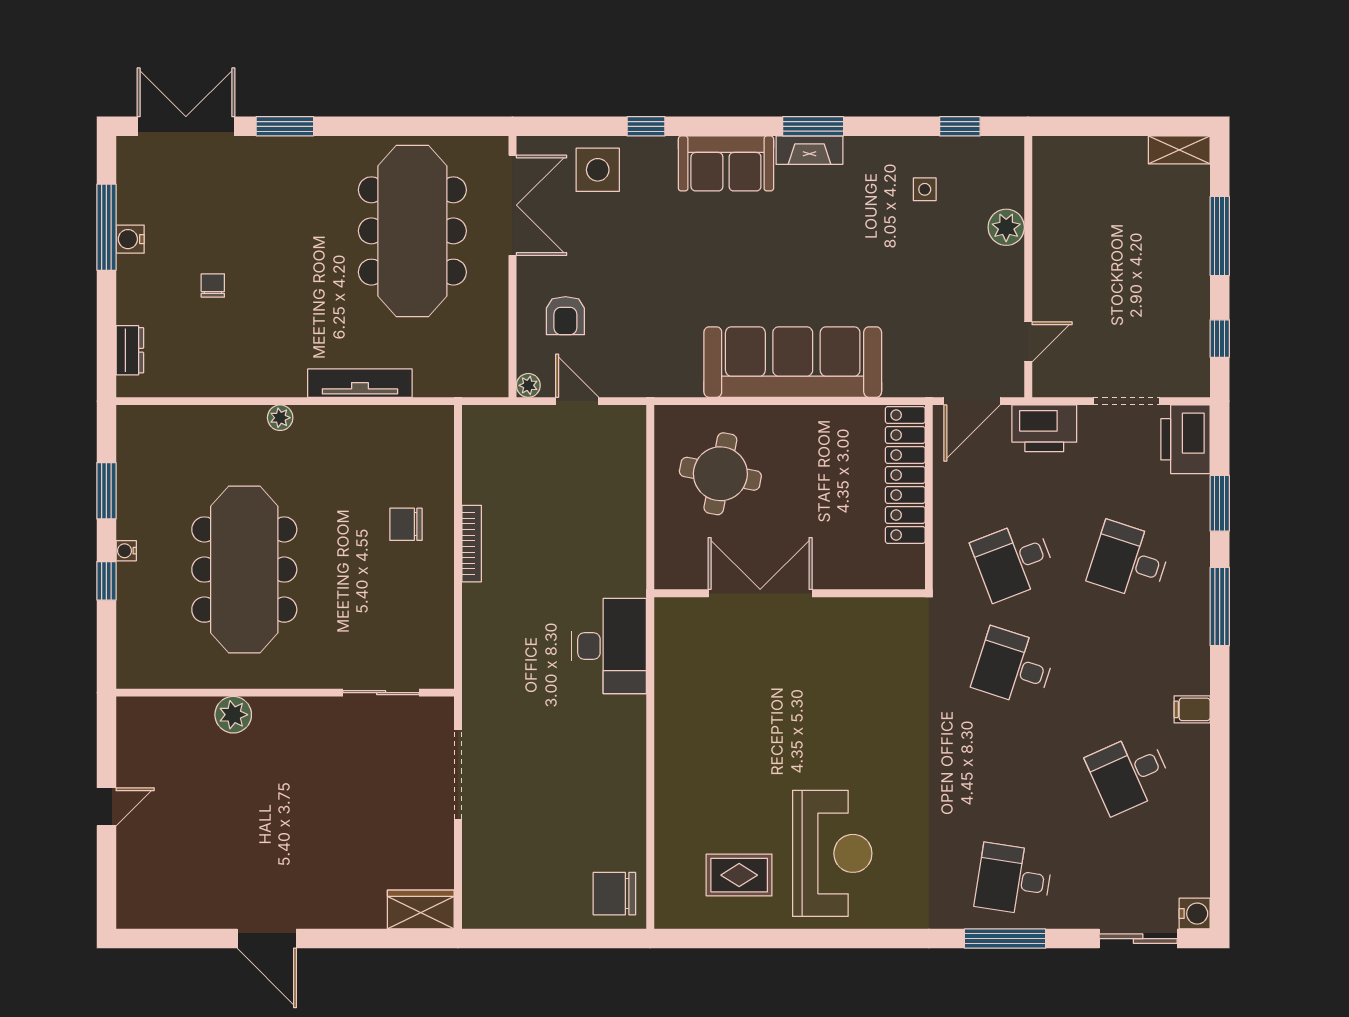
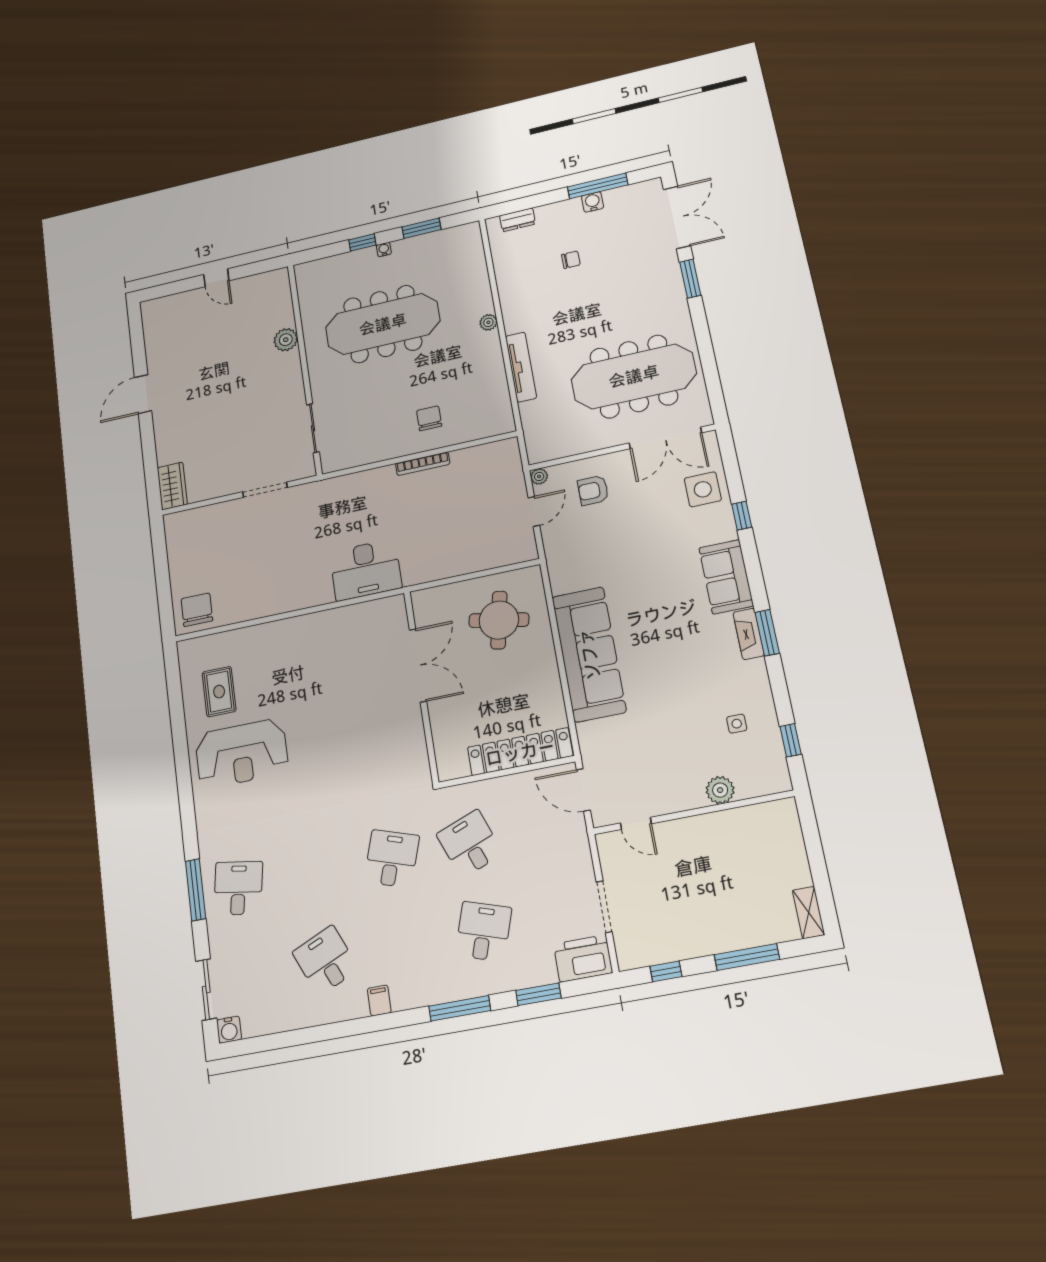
printer: (1044, 428) -> (573, 848), removed
doorway: (458, 774) -> (265, 490), width x0.73

